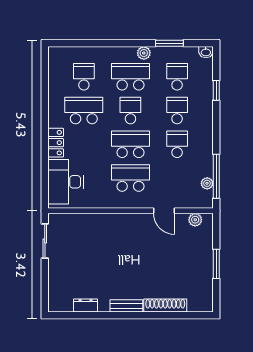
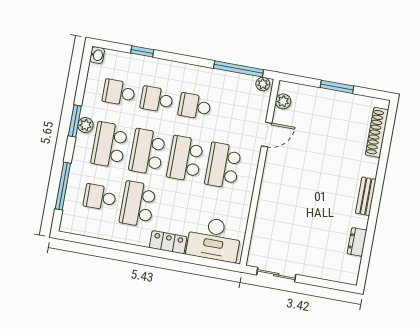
window: (88, 43) -> (63, 186), added
window: (169, 43) -> (75, 121), moved
school desk: (130, 110) -> (147, 152), width x1.85
plant: (207, 183) -> (263, 84), moved
shoe rack: (165, 306) -> (377, 132), moved

